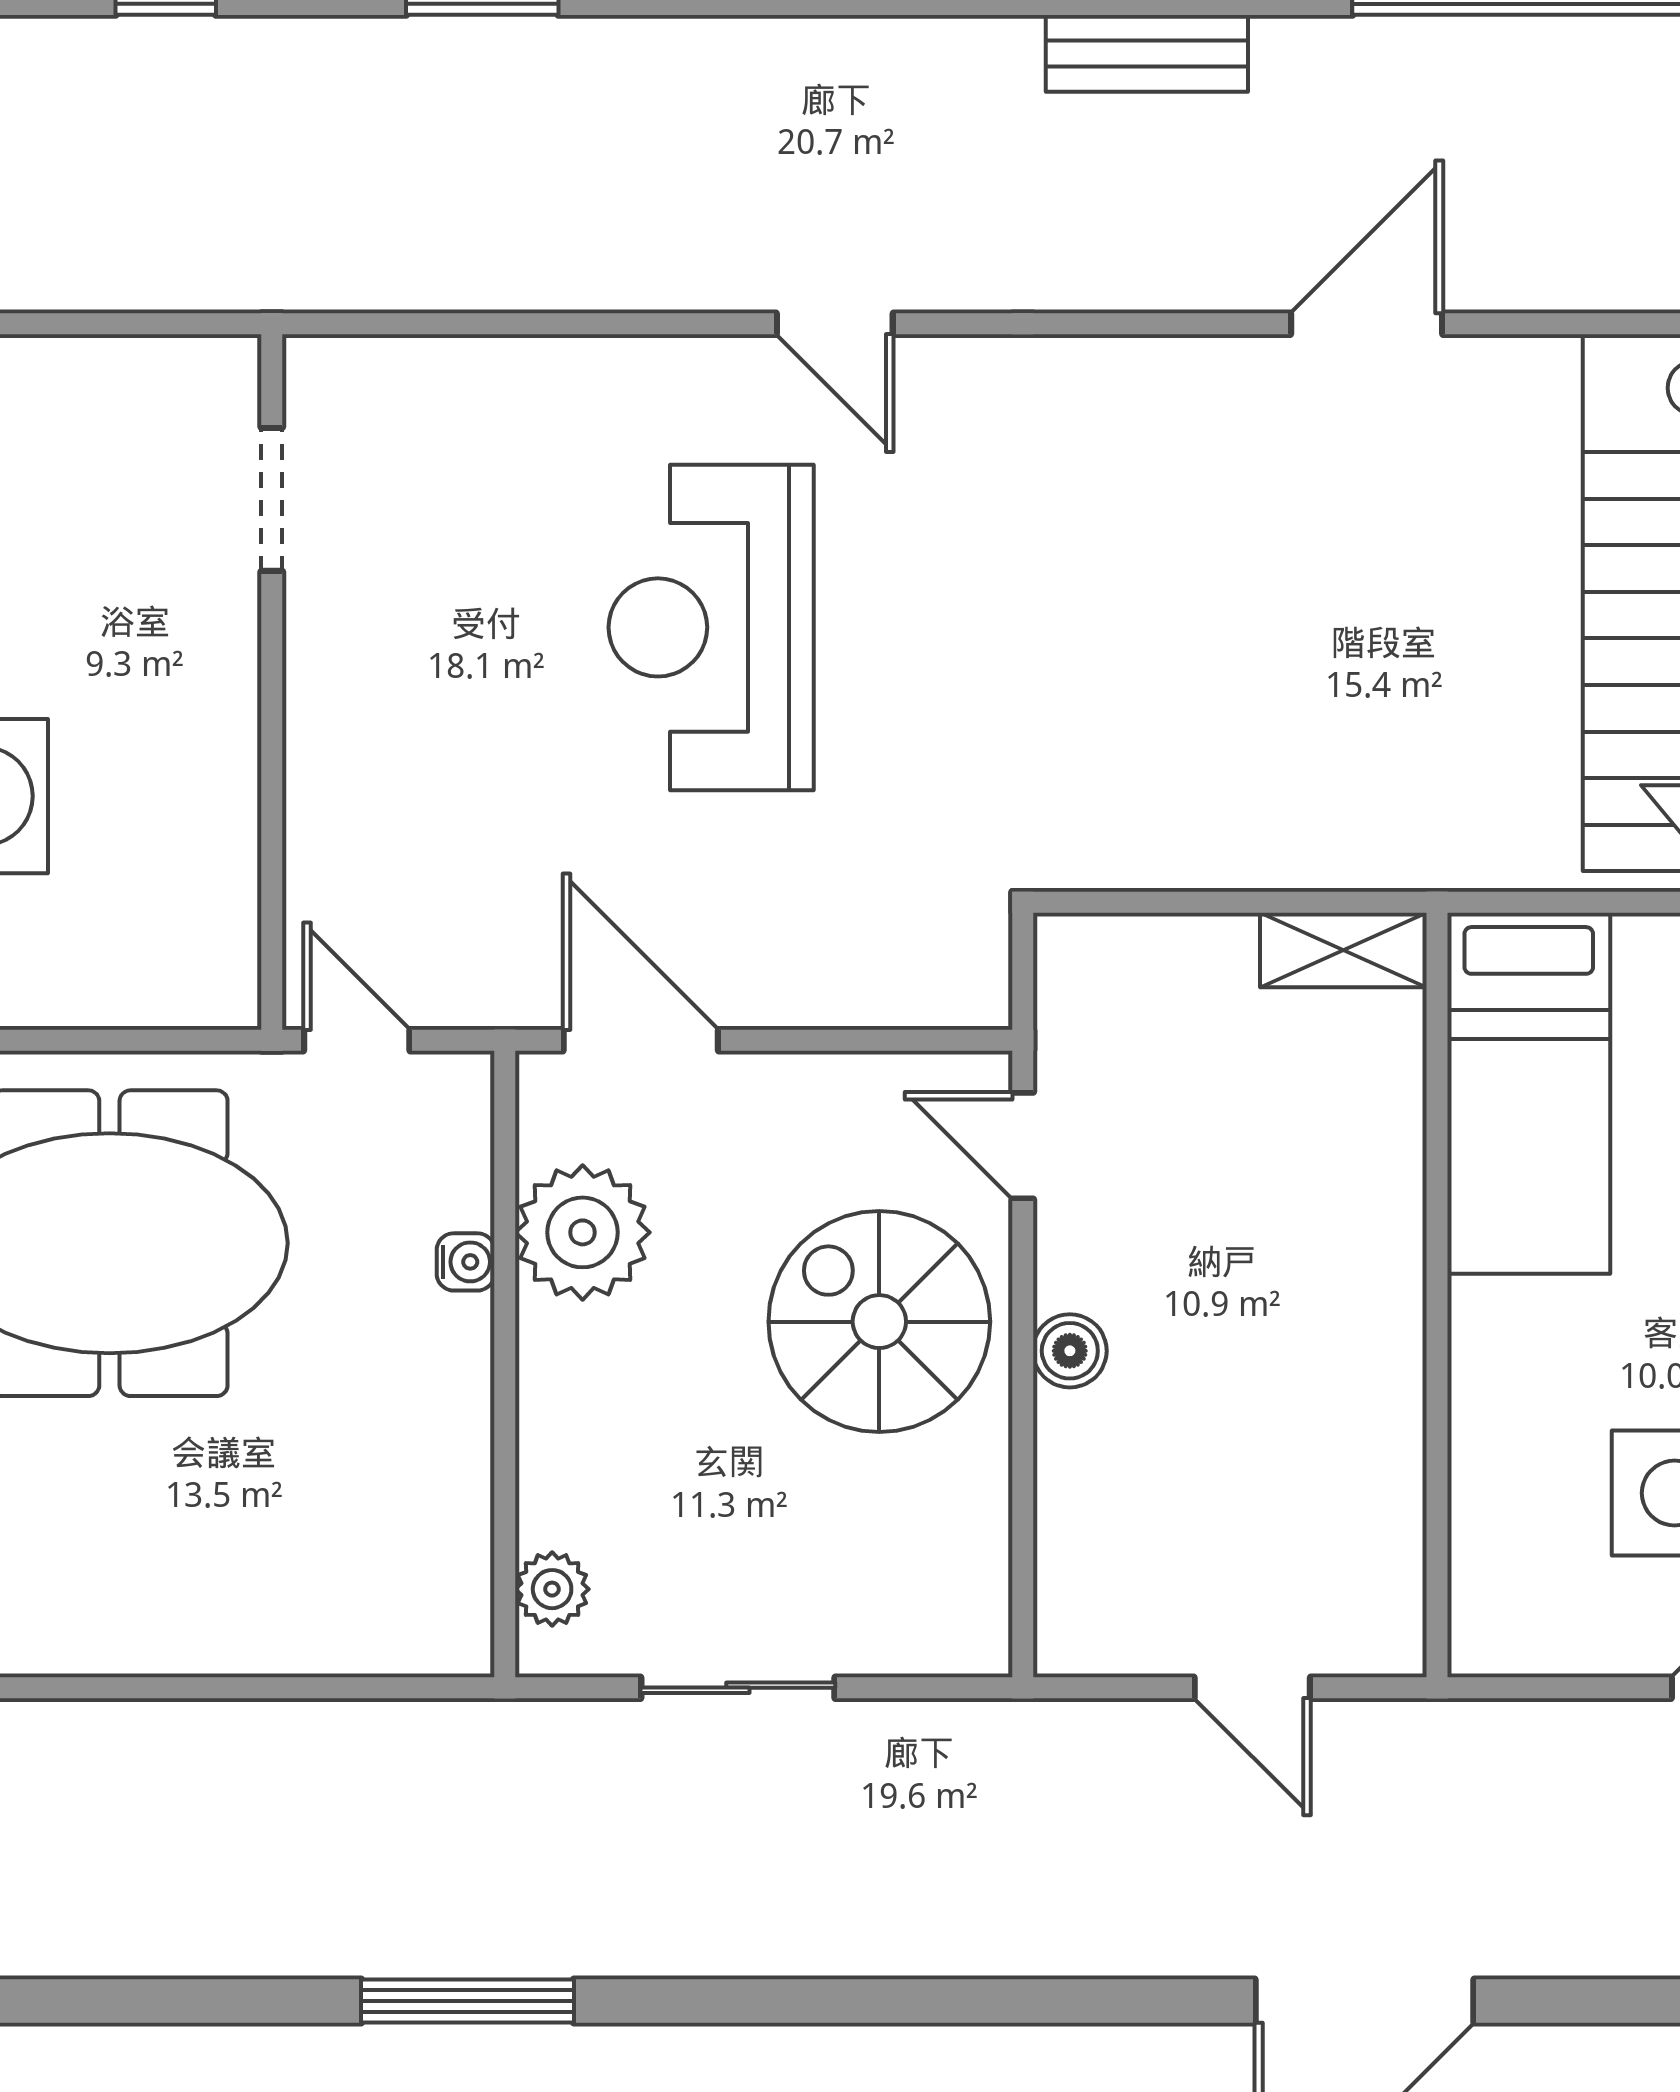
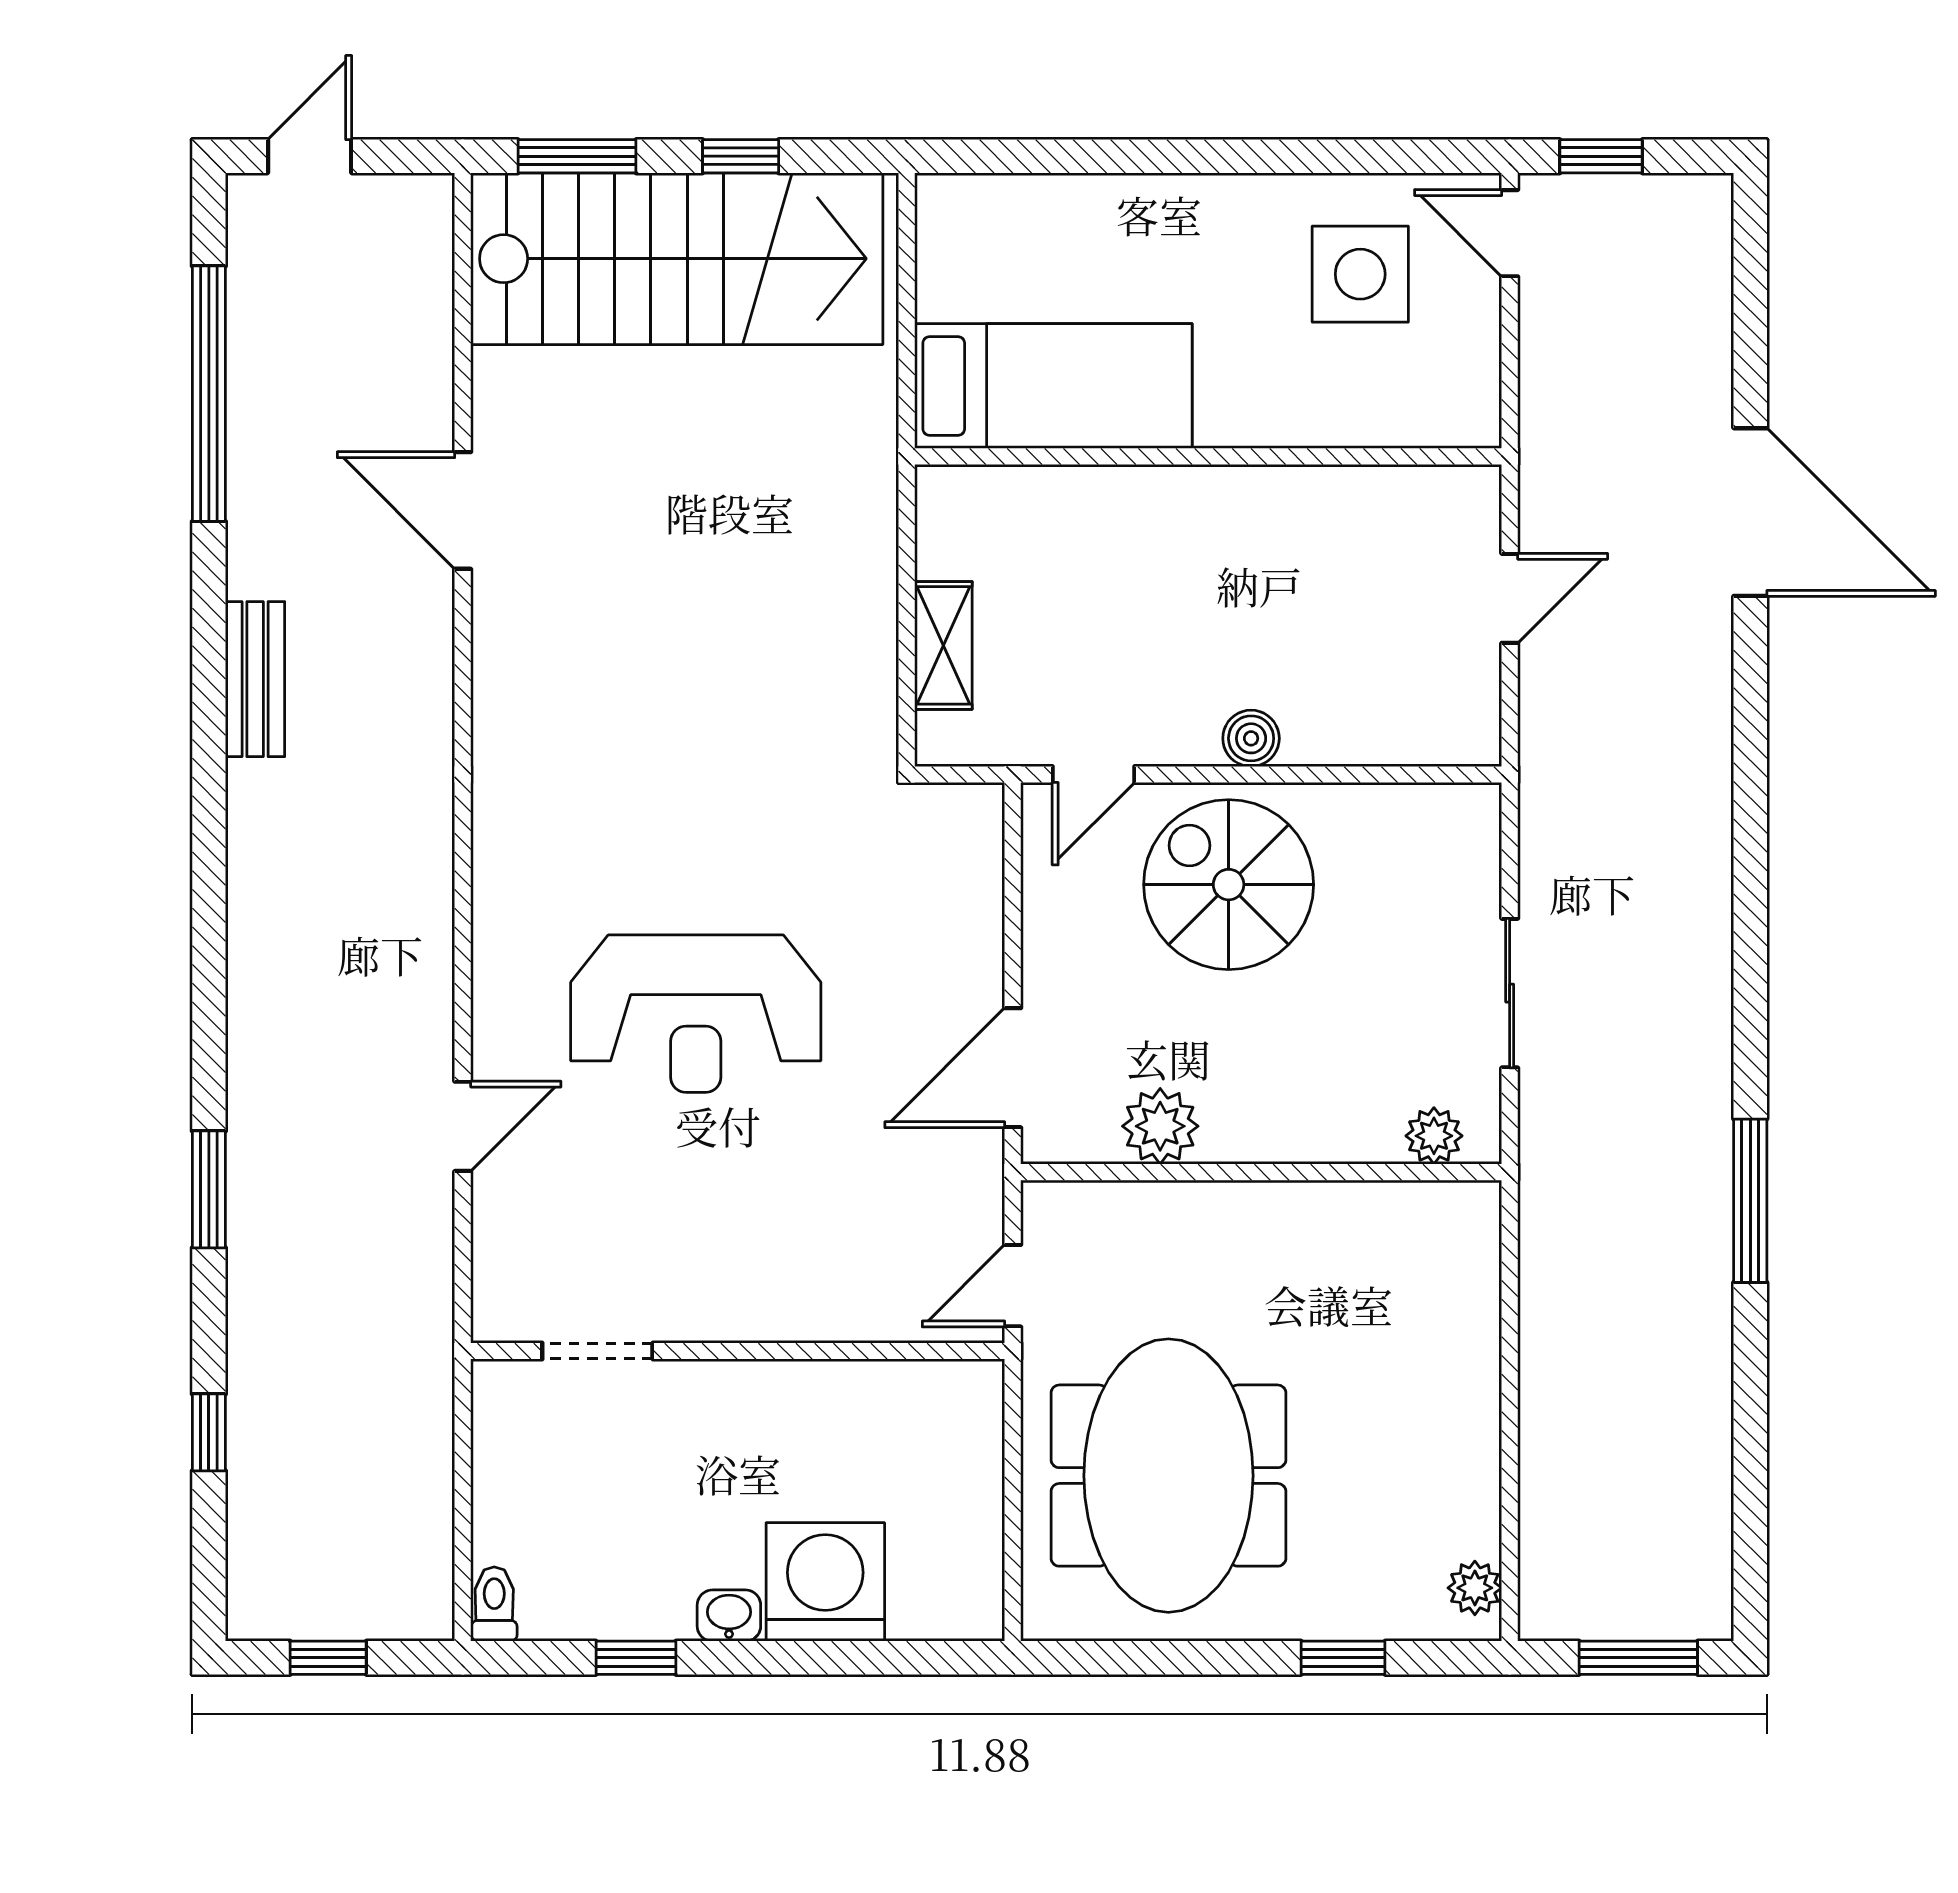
door: (835, 324) -> (463, 1126), moved
shelving: (1343, 950) -> (943, 645), moved
plant: (583, 1232) -> (1160, 1126), width x0.73, depth x0.73
water cooler: (466, 1262) -> (1183, 1202), removed
spiral stairs: (879, 1322) -> (1229, 885), turned 90

